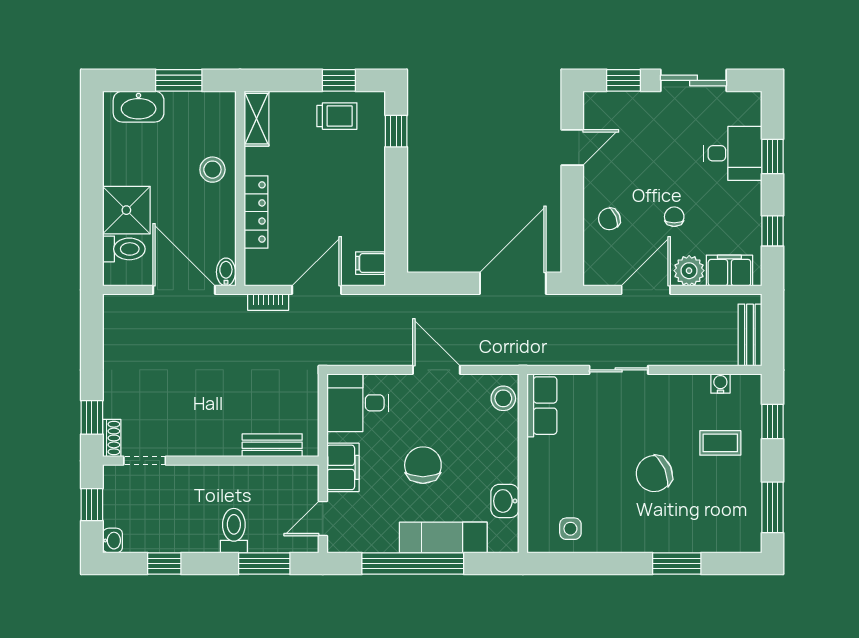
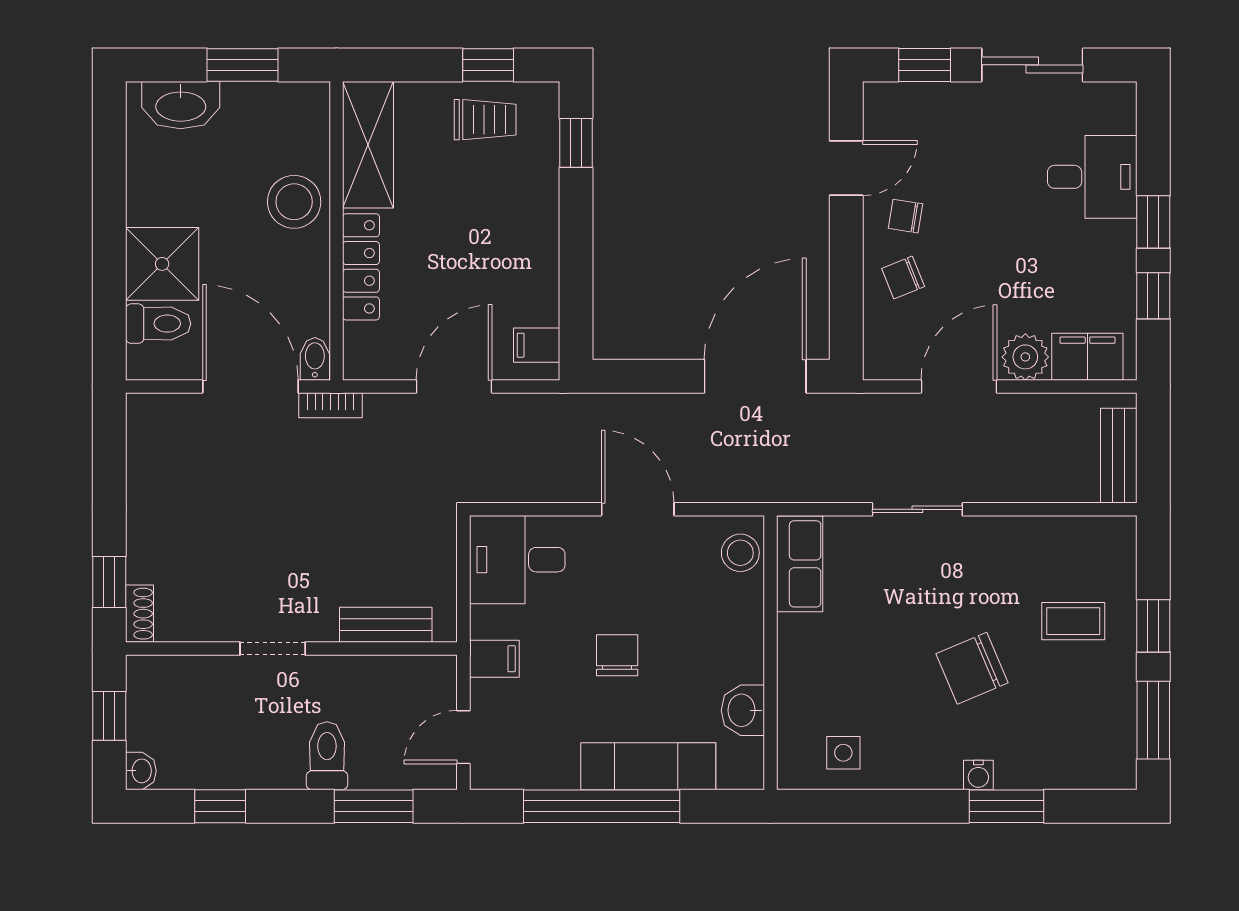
shelving: (256, 119) -> (368, 145), width x1.50, depth x1.33
window: (772, 157) -> (1153, 222), moved
stool: (212, 170) -> (294, 202), width x1.38, depth x1.38
chair: (674, 217) -> (906, 216), moved, turned -81
bookcase: (268, 302) -> (330, 405), moved
water cooler: (720, 384) -> (978, 775), moved, turned 180
window: (772, 422) -> (1153, 626), moved
doorway: (145, 461) -> (273, 649), moved
chair: (423, 465) -> (617, 655), width x0.73, depth x0.73
filing cabinet: (343, 467) -> (494, 659), width x0.50

